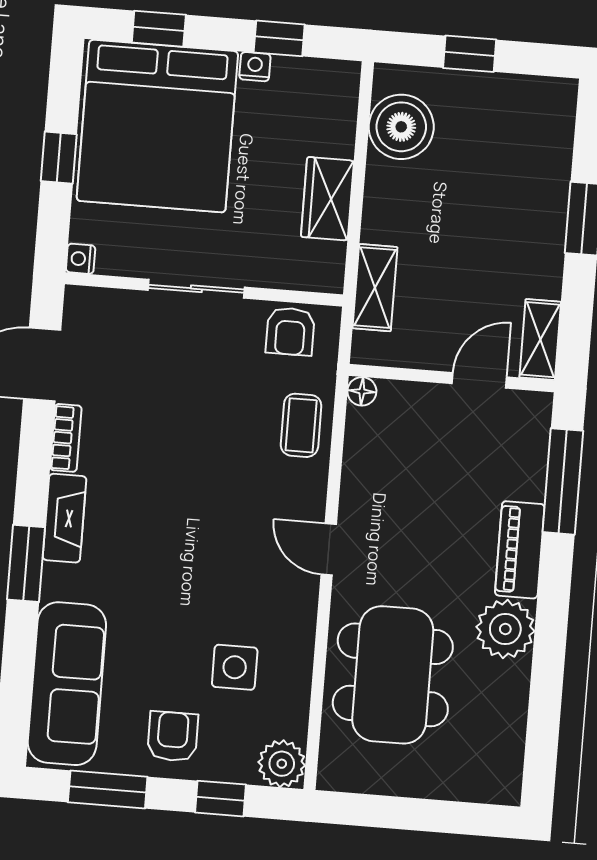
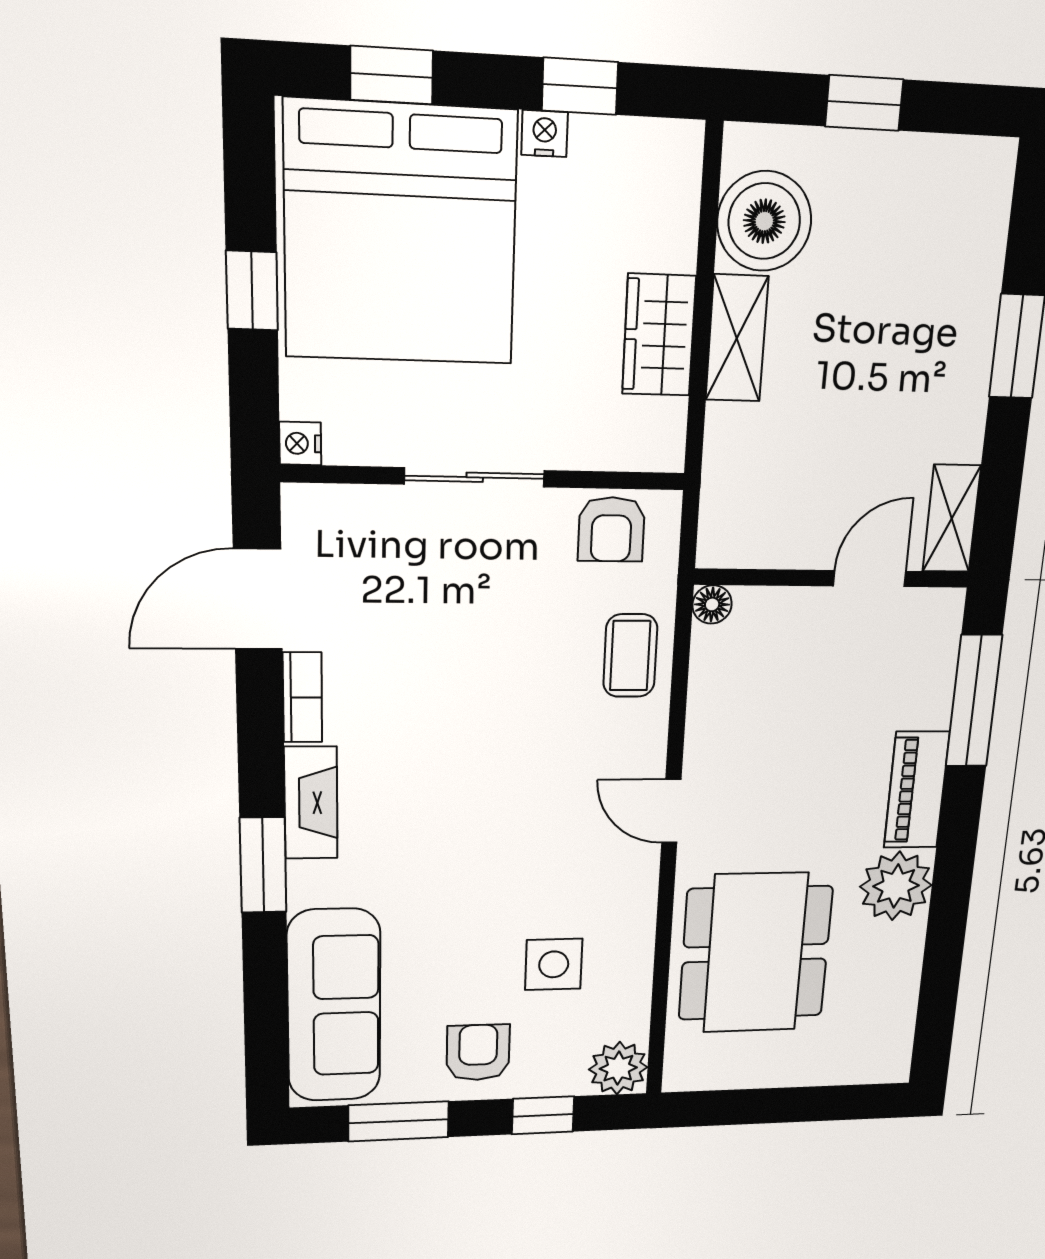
shelving: (375, 288) -> (737, 338), moved

